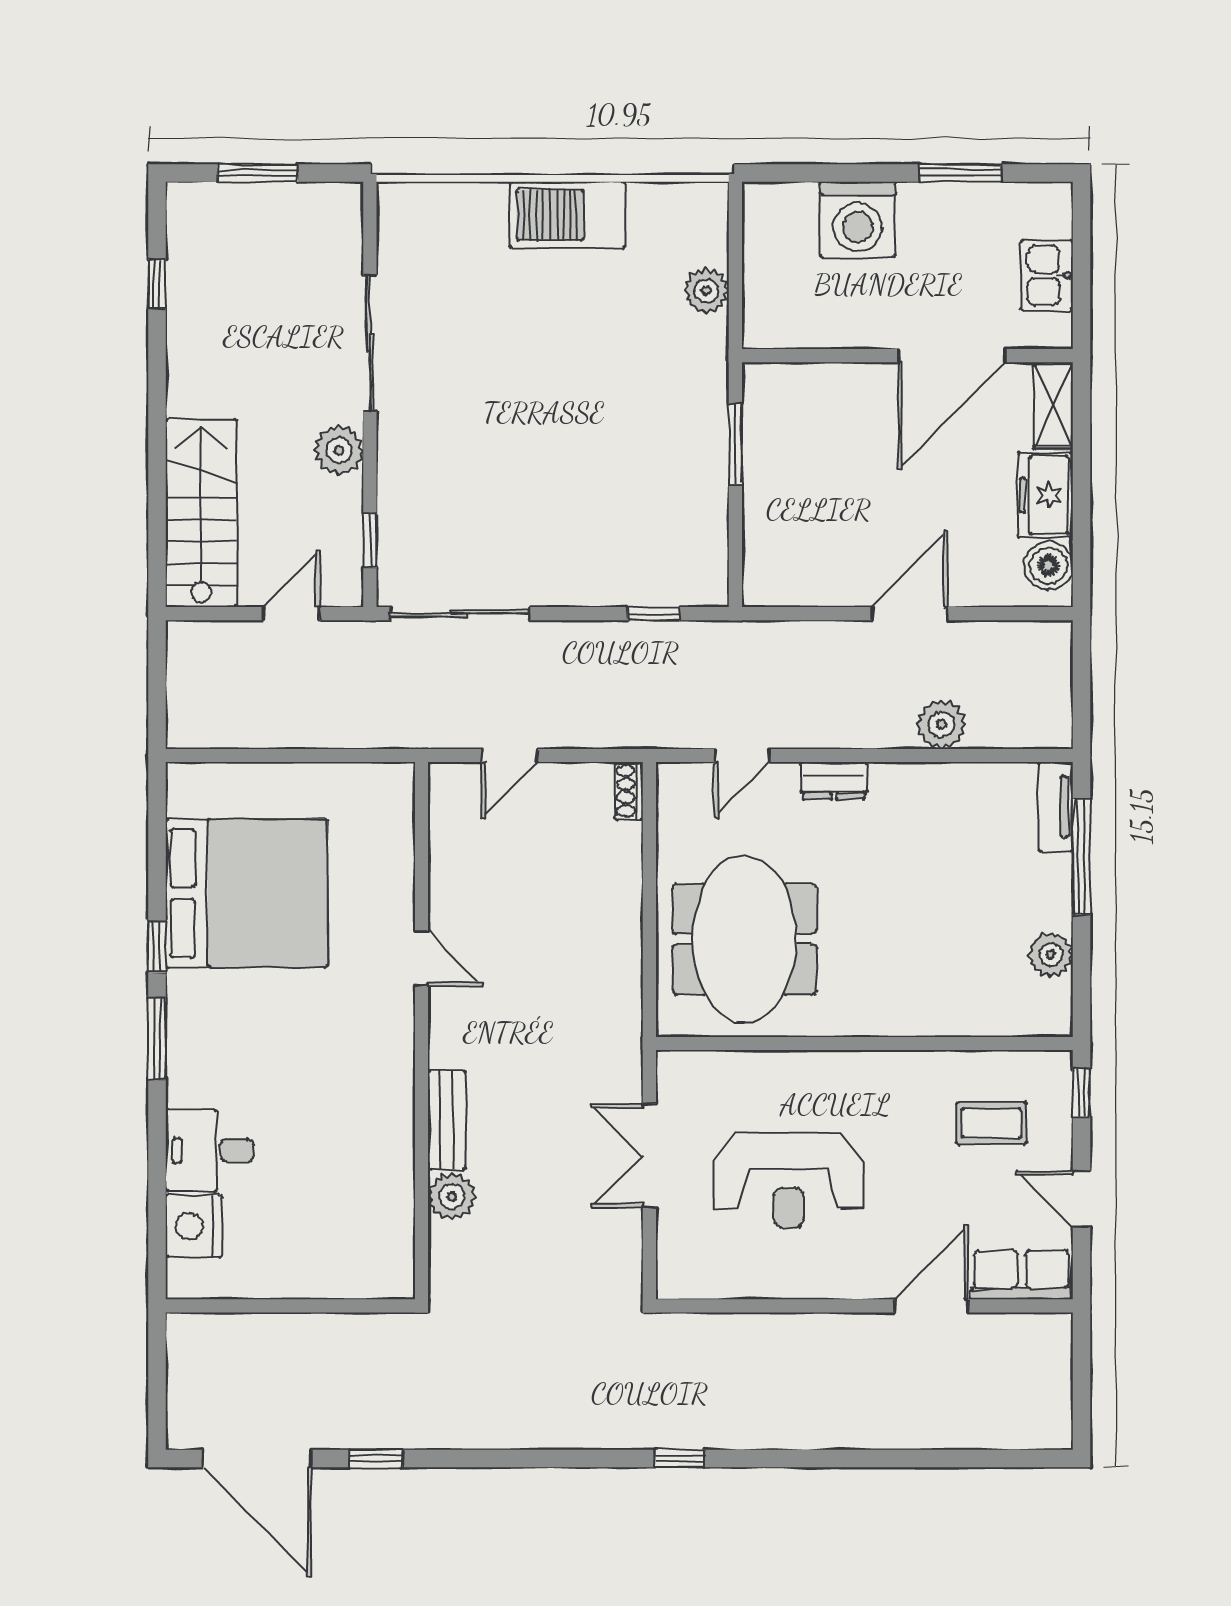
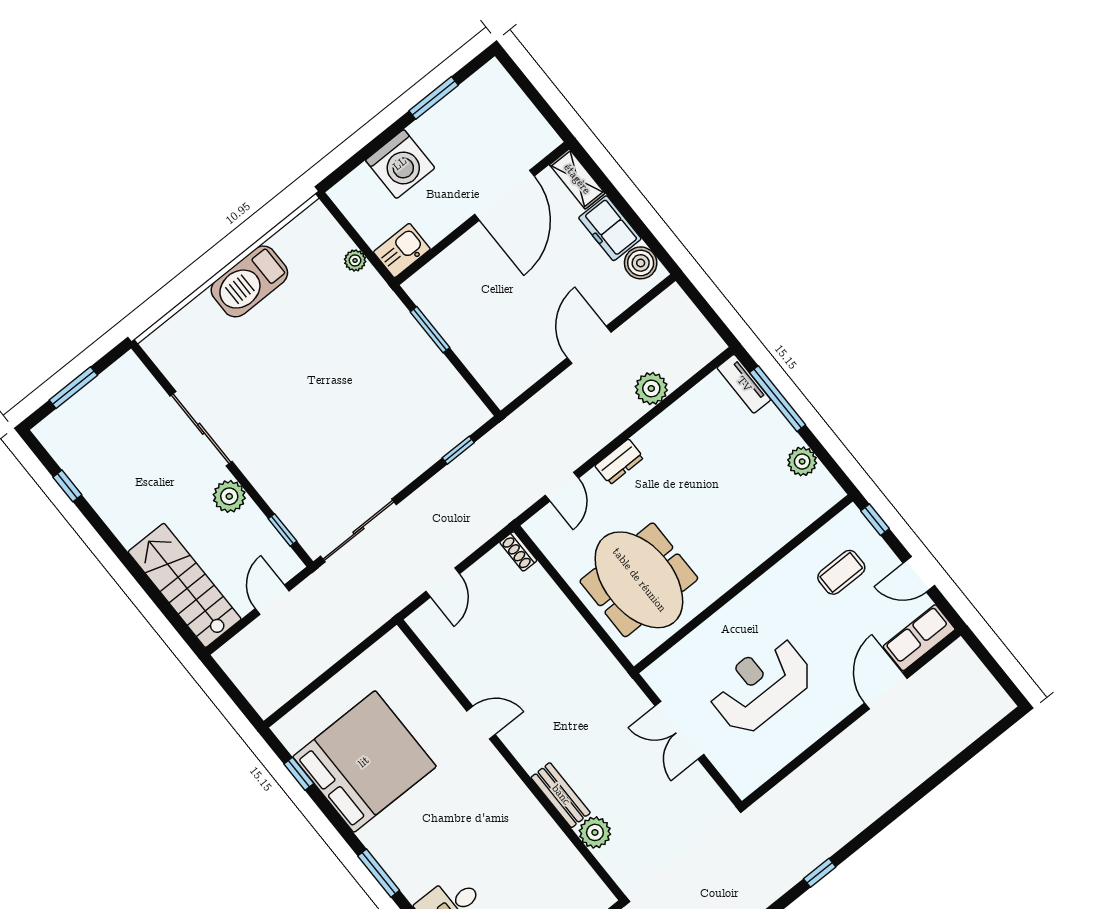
kitchen sink: (1047, 275) -> (402, 251), moved, turned 90
plant: (706, 291) -> (355, 260), width x0.73, depth x0.73
window: (157, 947) -> (299, 774), moved
reception desk: (789, 1180) -> (761, 685), turned 180

